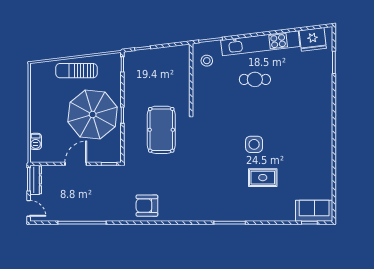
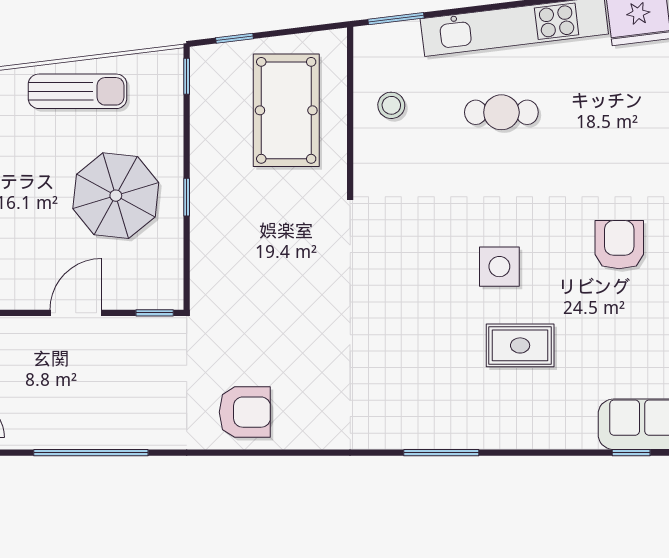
stool: (207, 61) -> (391, 105), moved
sun lounger: (77, 71) -> (78, 91), turned 180
parasol: (93, 114) -> (116, 196), width x0.73, depth x0.73
pool table: (161, 130) -> (286, 110), moved
armchair: (304, 135) -> (619, 245), added
armchair: (147, 206) -> (245, 412), turned 180

